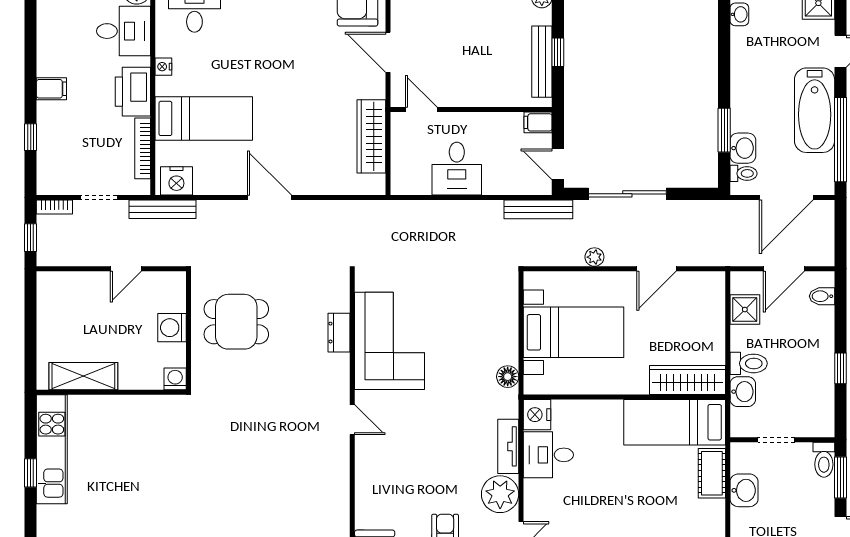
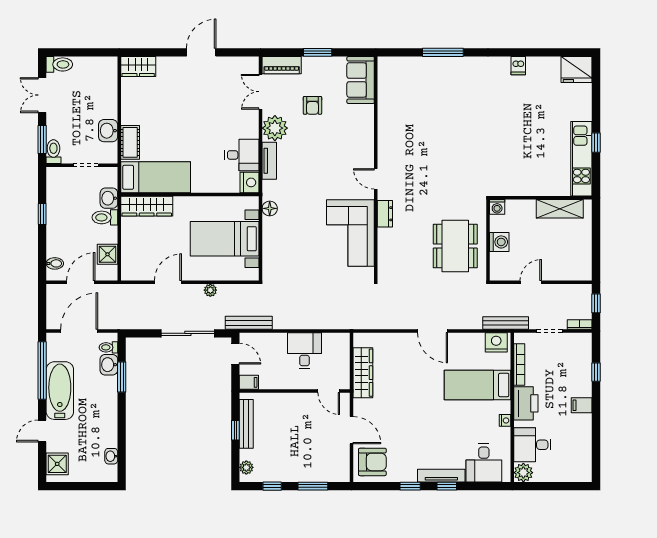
dining table: (236, 322) -> (455, 246), width x1.38
dresser: (339, 333) -> (385, 214), moved

